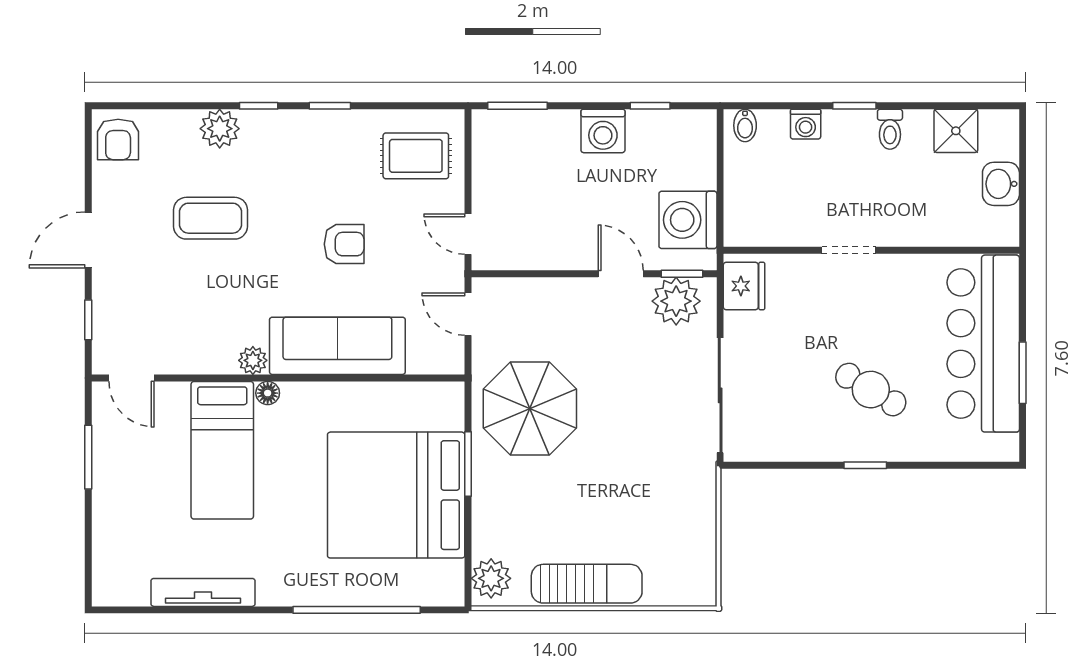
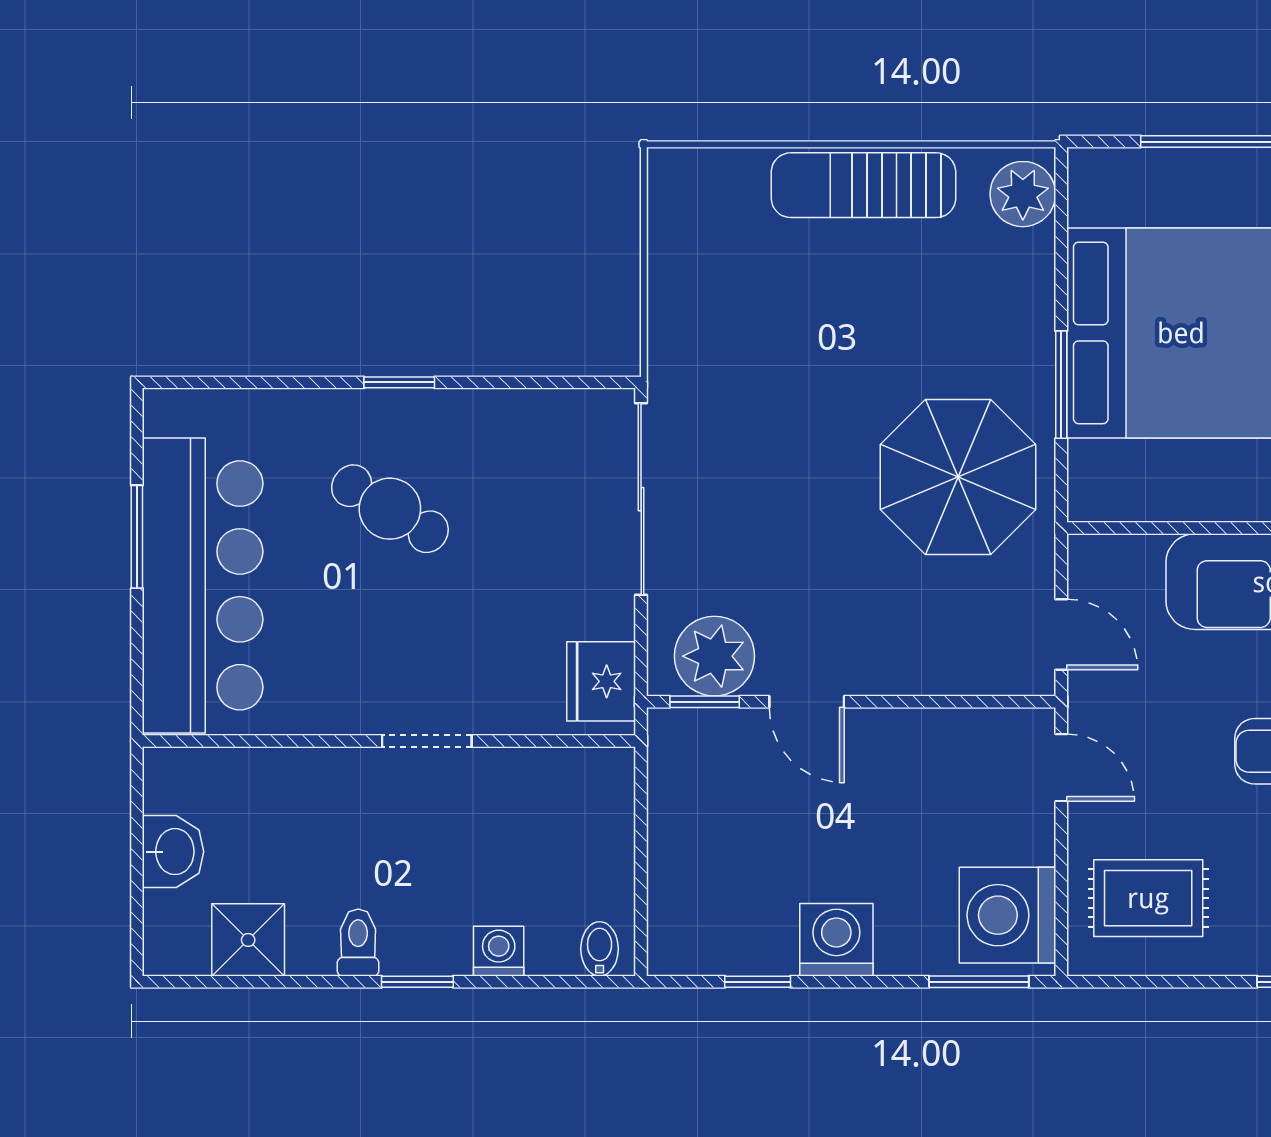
washing machine: (688, 220) -> (1008, 915), moved, turned 180

